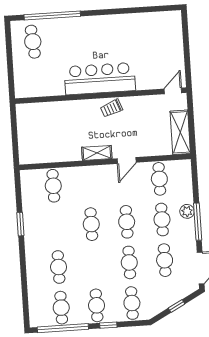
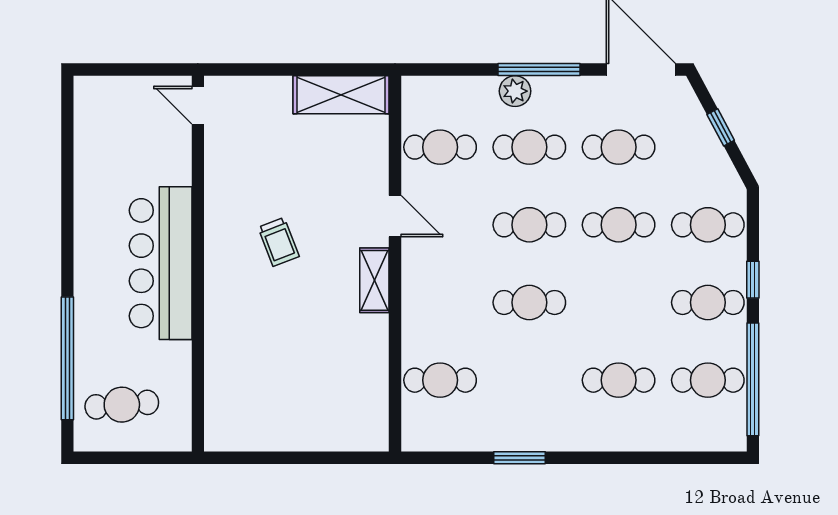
bar counter: (100, 79) -> (161, 263), moved
door: (173, 91) -> (198, 105), moved
wall: (101, 96) -> (198, 264), moved

